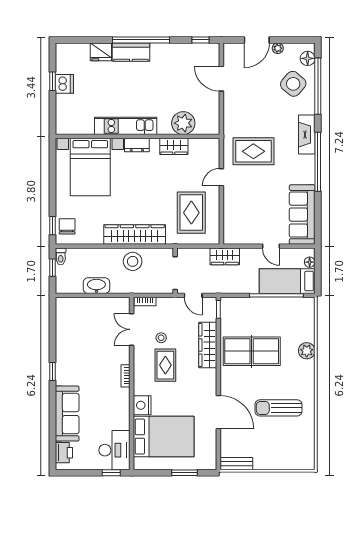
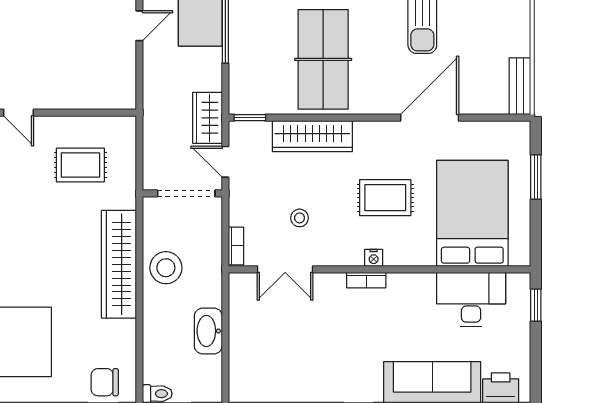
rug: (191, 213) -> (80, 165), width x0.73, depth x0.70
wardrobe: (225, 256) -> (208, 118), moved, turned 180
door: (193, 295) -> (225, 162), swing flipped
rug: (165, 365) -> (385, 198), moved
nightstand: (142, 405) -> (374, 258), moved, width x0.53, depth x0.56
desk: (114, 450) -> (471, 299), moved

